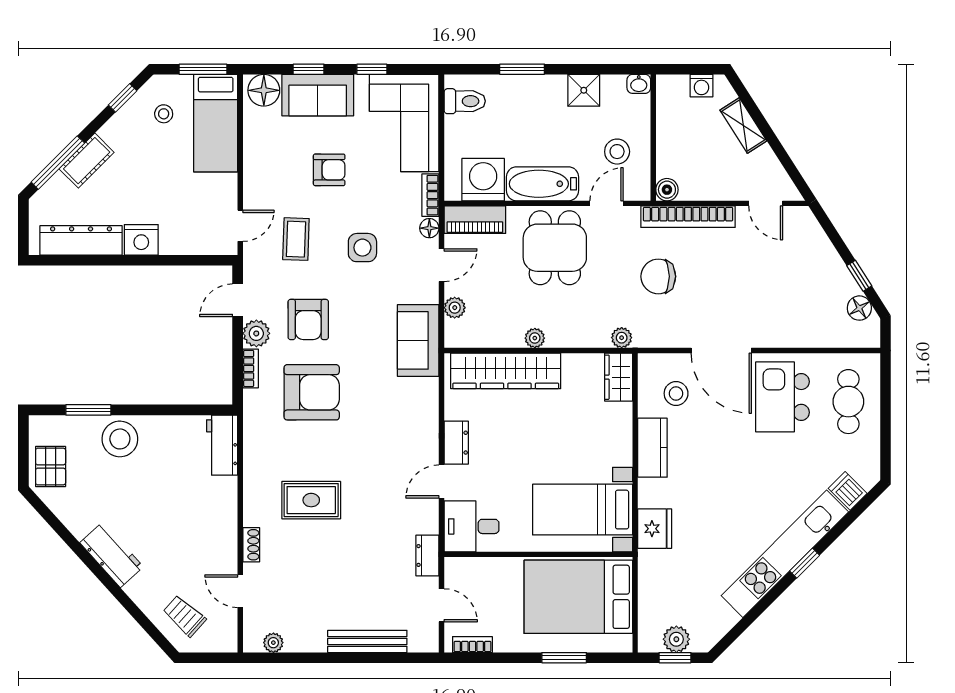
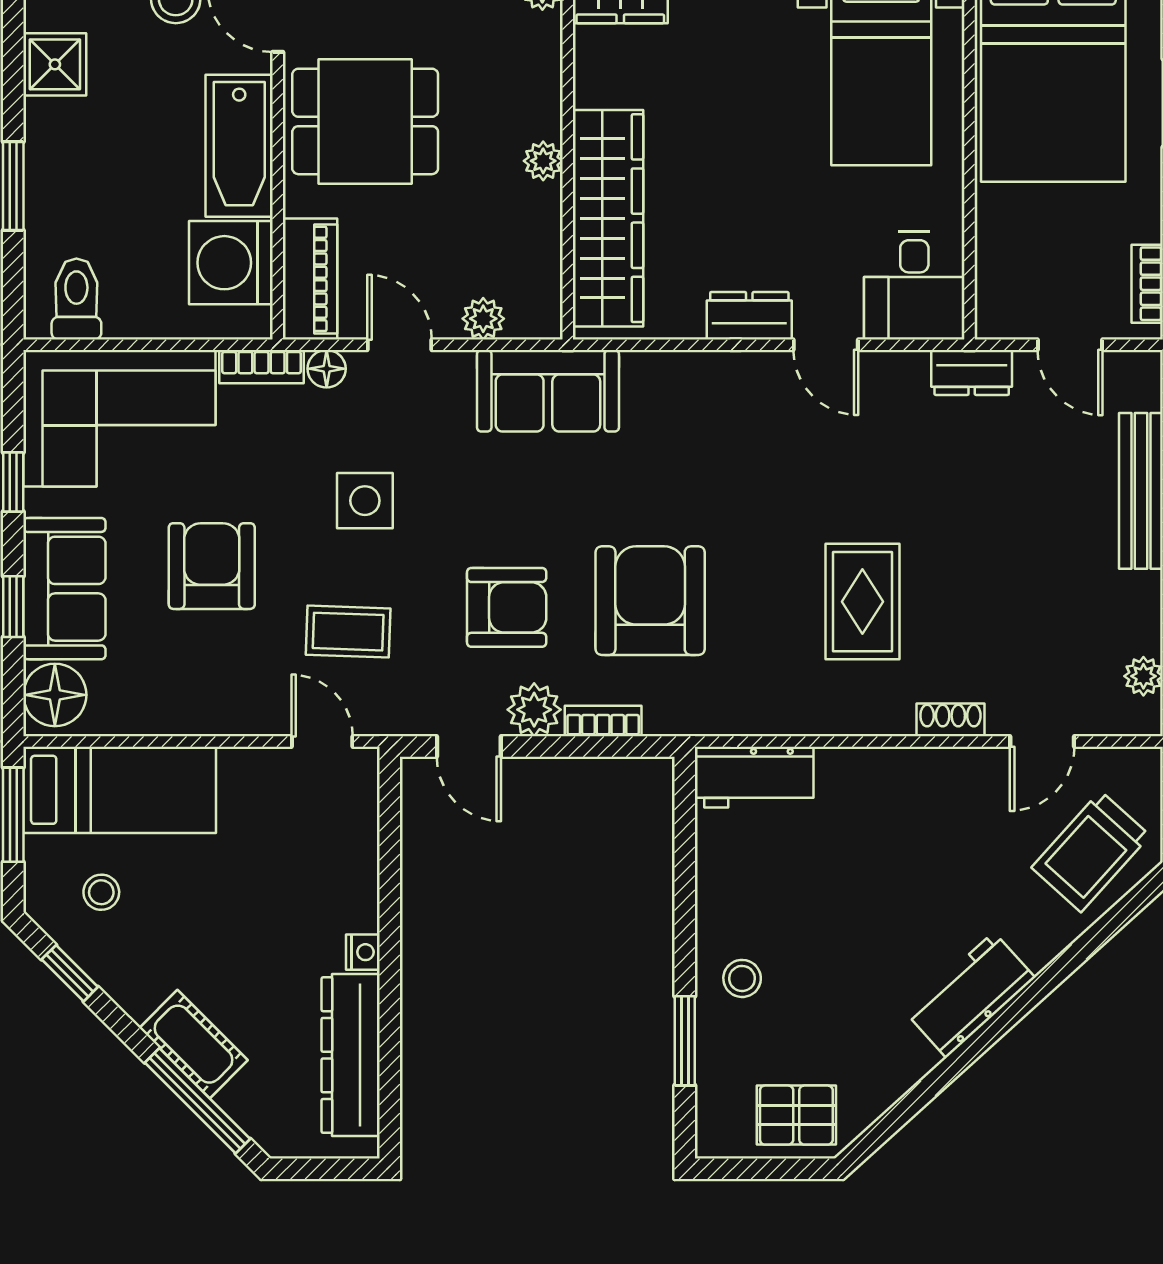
armchair: (329, 170) -> (212, 566), width x1.38, depth x1.38
nightstand: (141, 240) -> (363, 952), width x0.53, depth x0.56
stool: (120, 439) -> (742, 978), width x0.53, depth x0.53
door: (442, 605) -> (1070, 345), swing flipped
trolley: (184, 616) -> (1091, 851), width x1.36, depth x1.39

